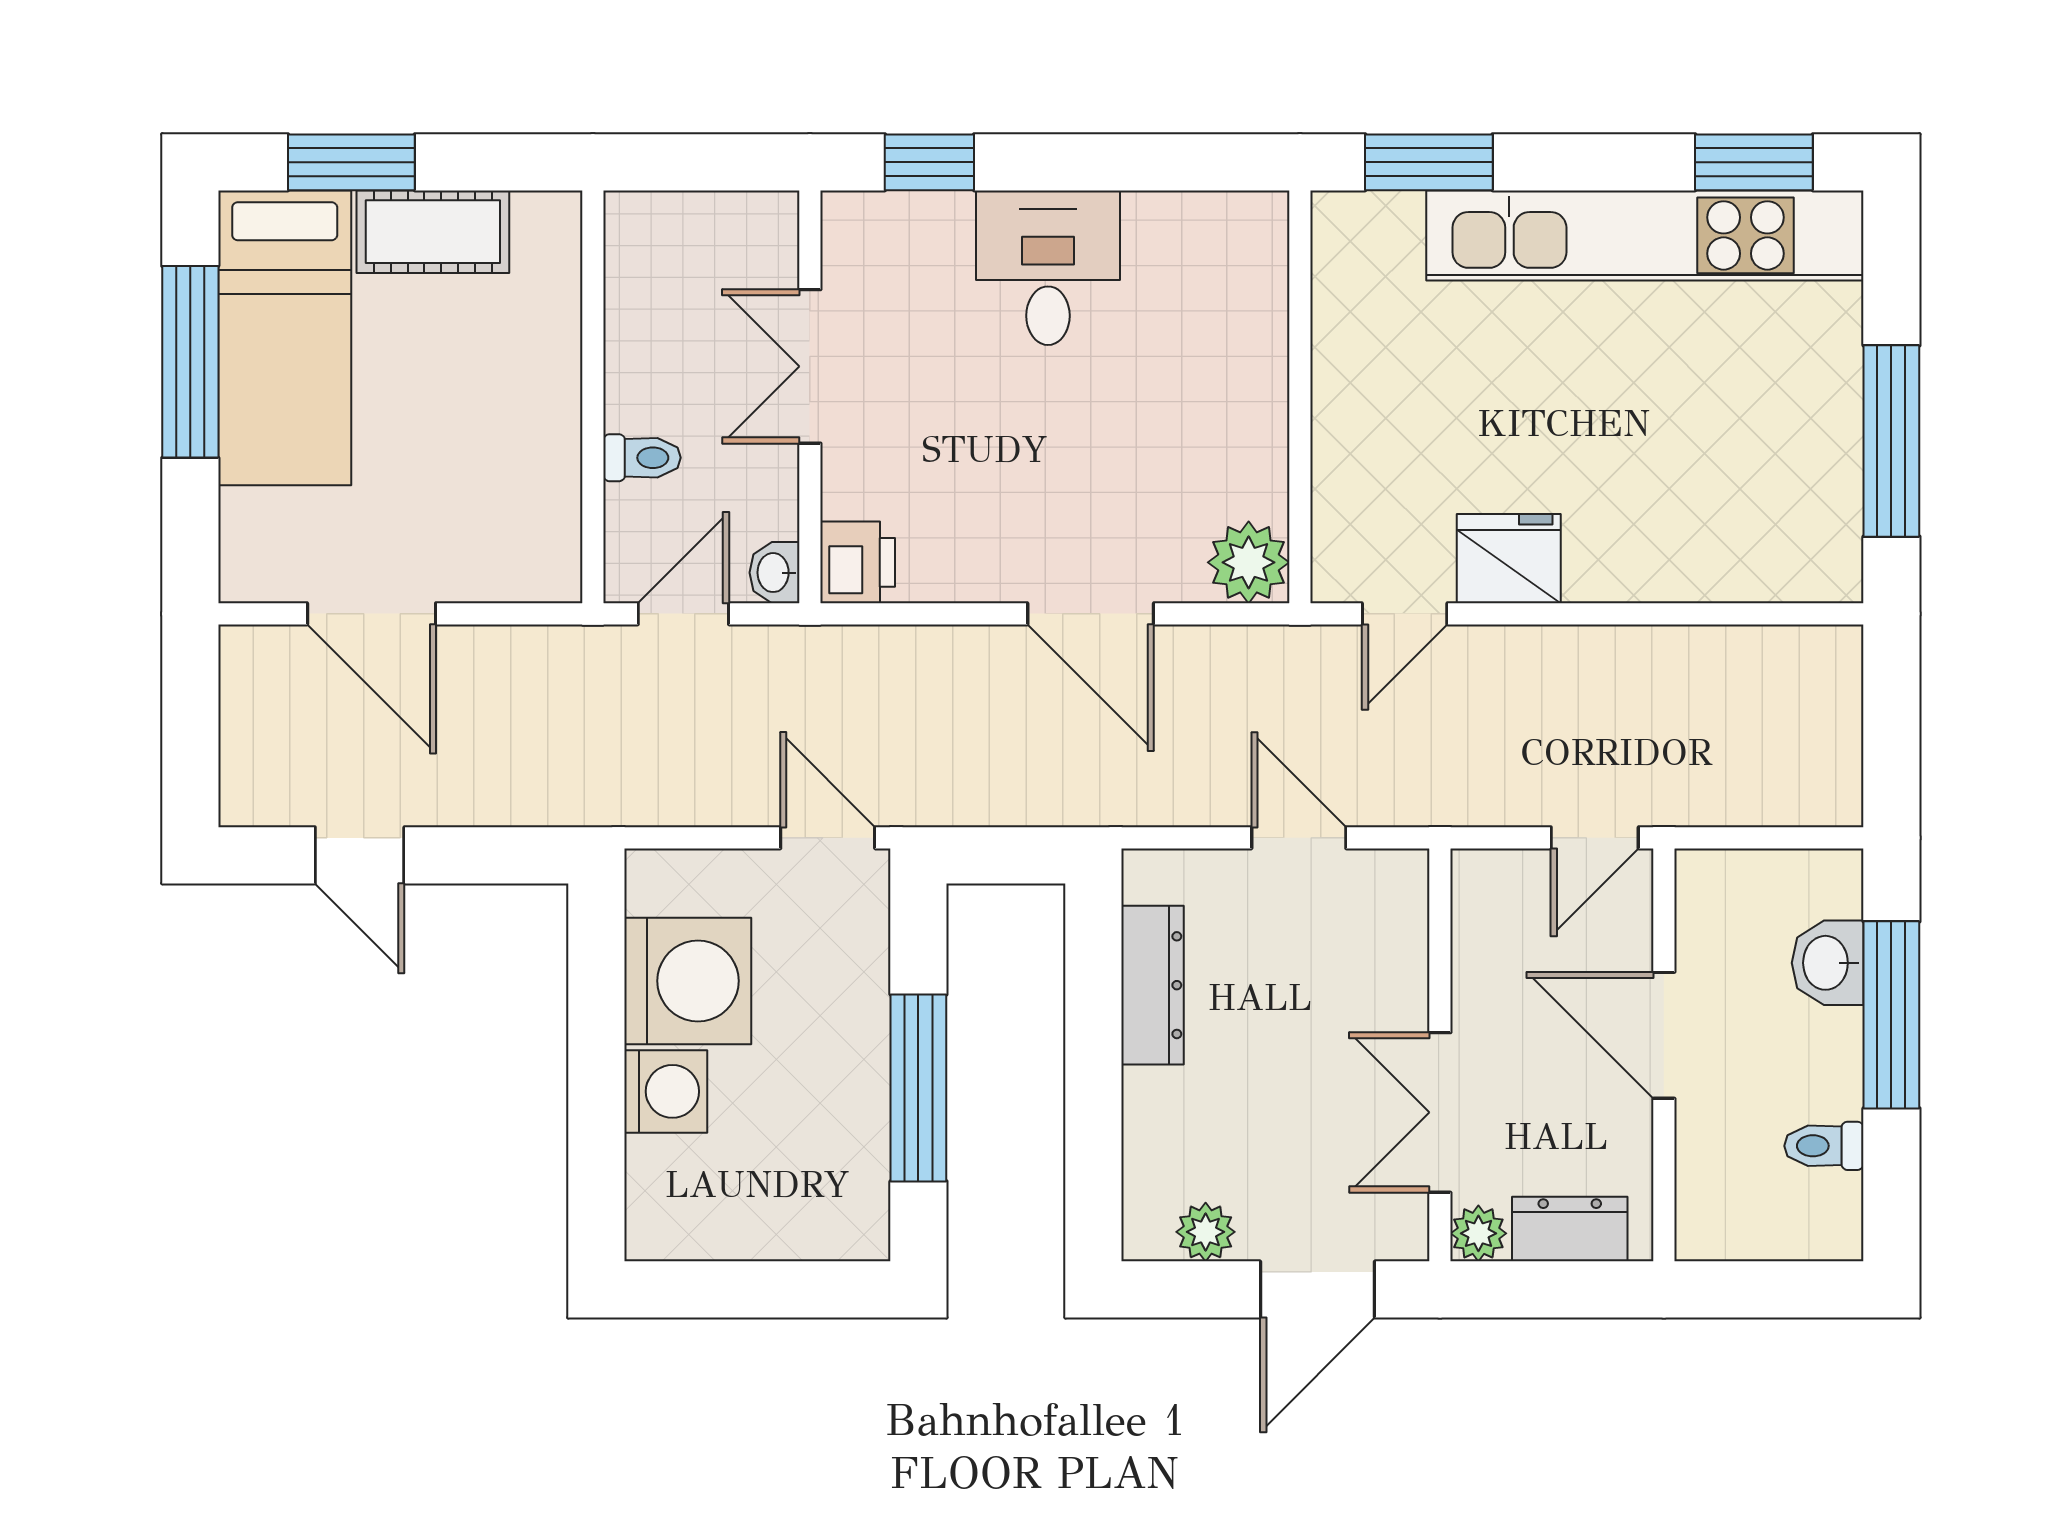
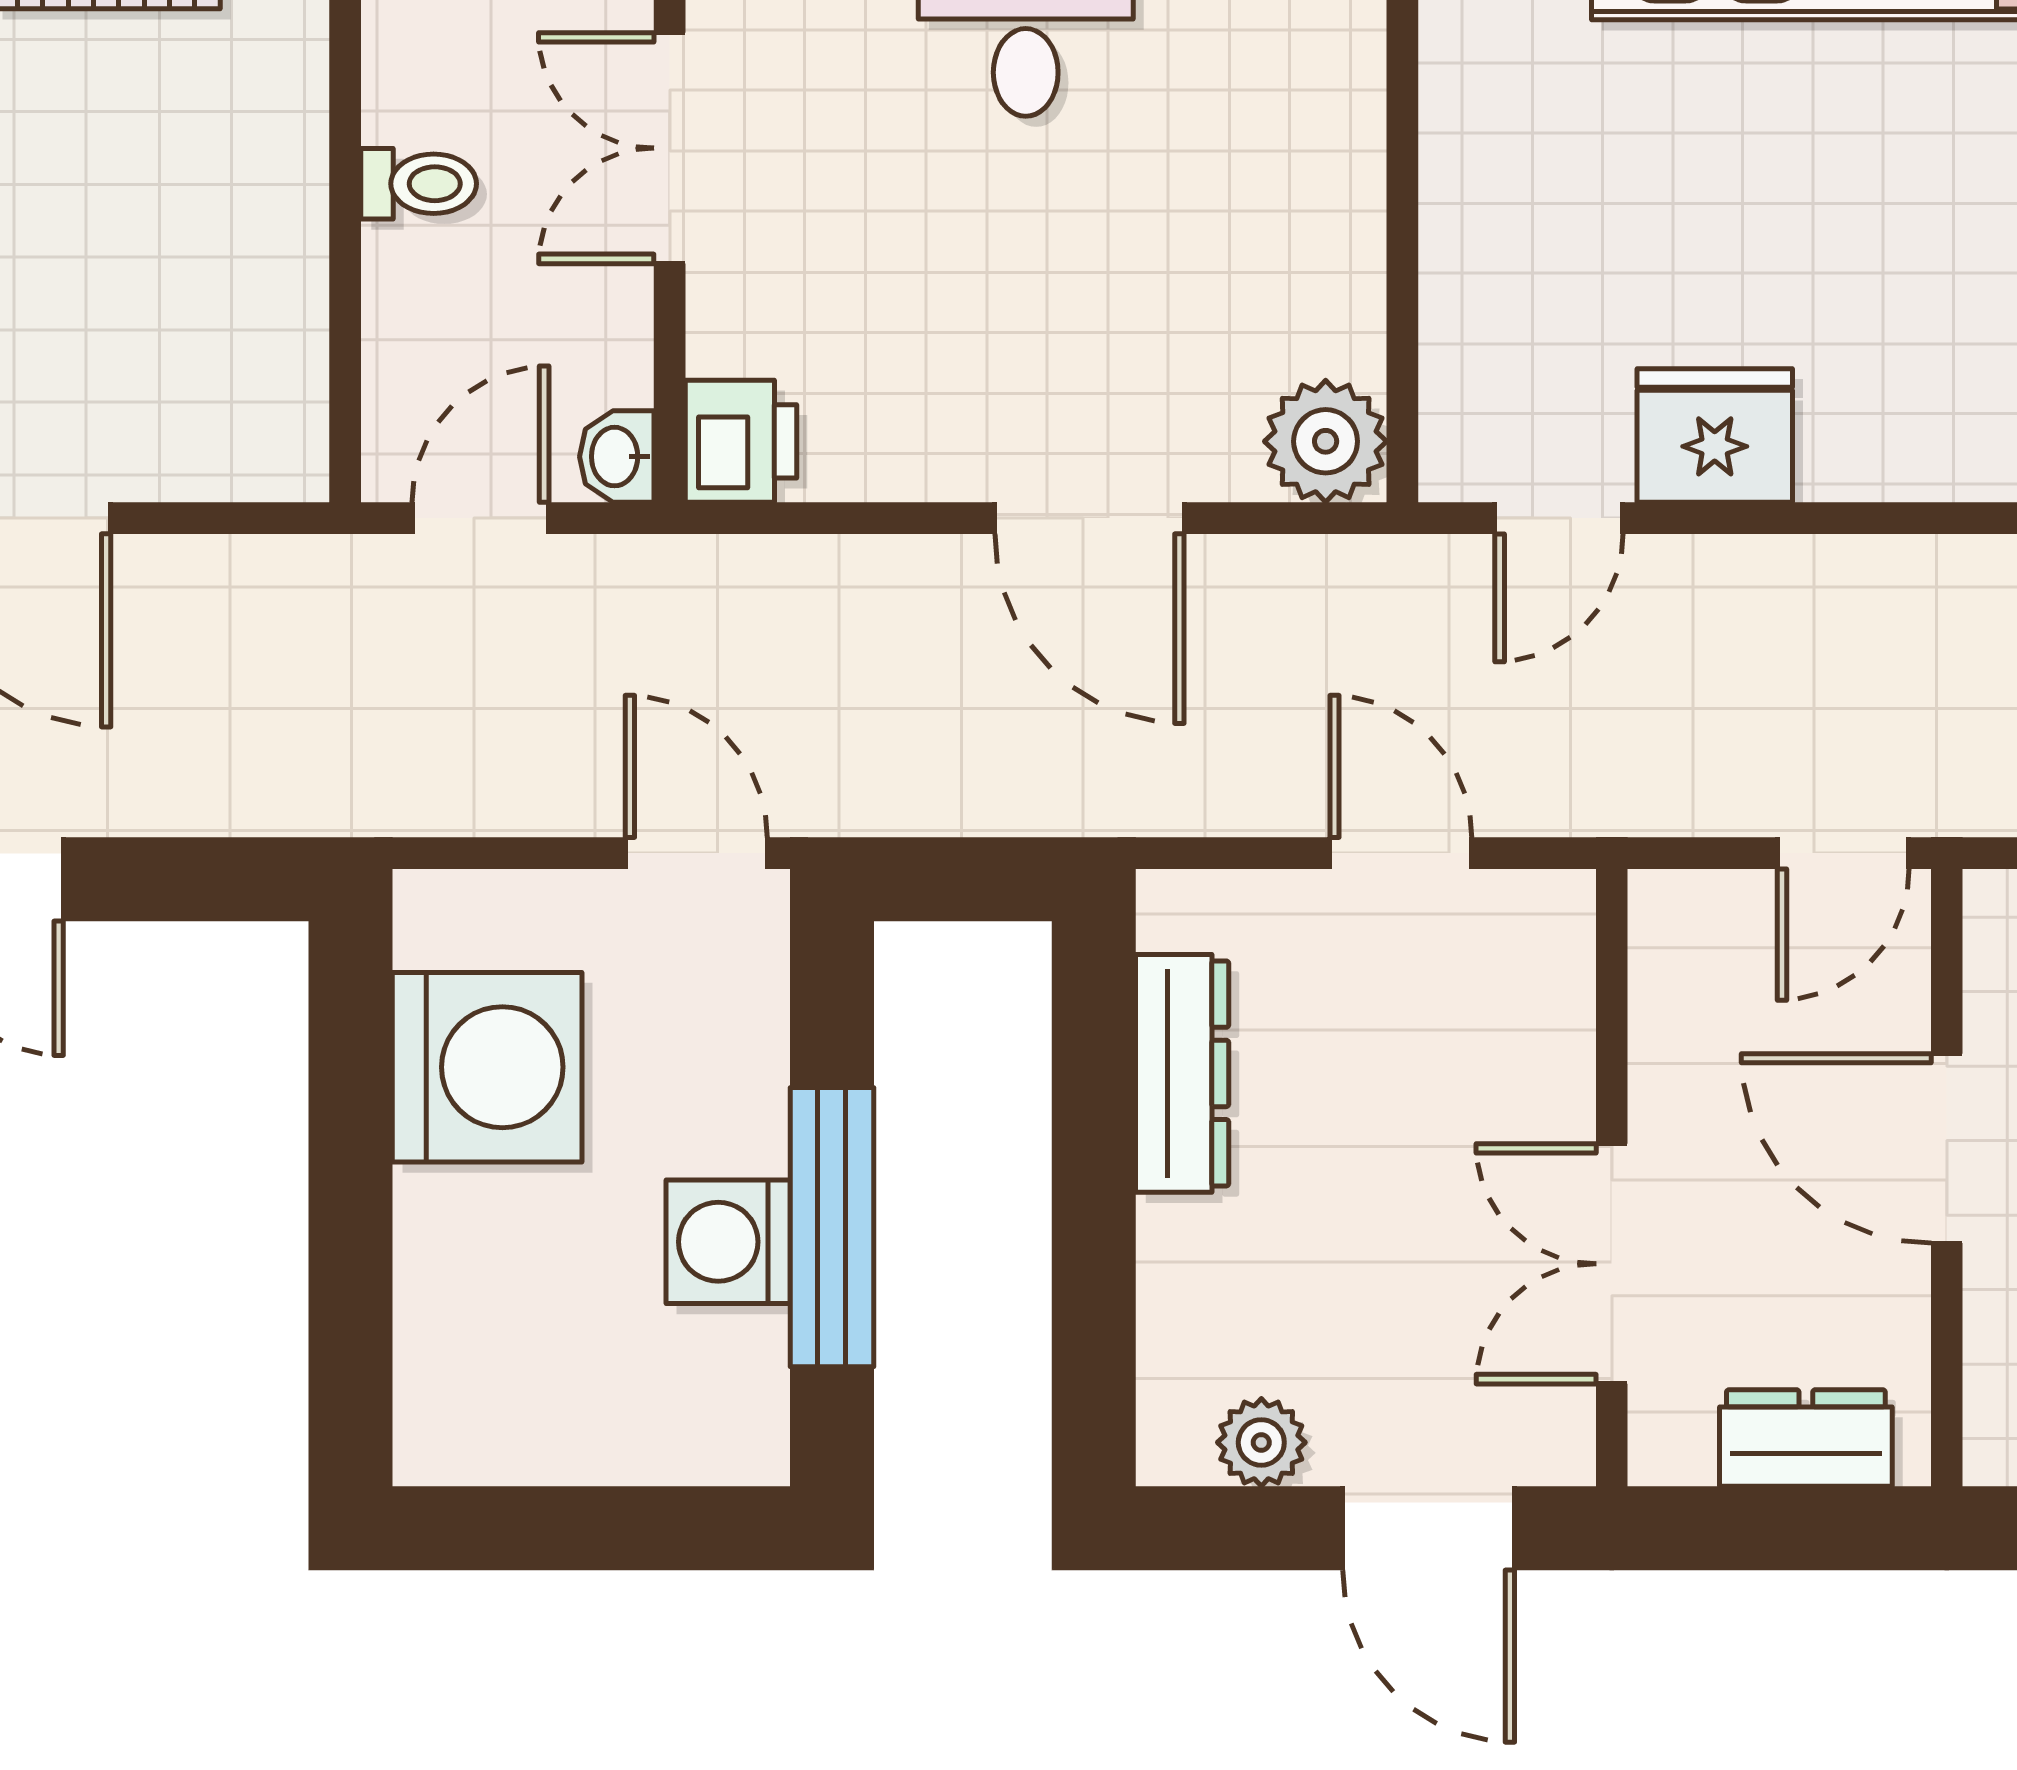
toilet: (642, 458) -> (419, 184), moved
washing machine: (666, 1091) -> (728, 1242), moved, turned 180
plant: (1478, 1233) -> (1669, 1445), removed
door: (1317, 1289) -> (1429, 1528), hinge flipped

